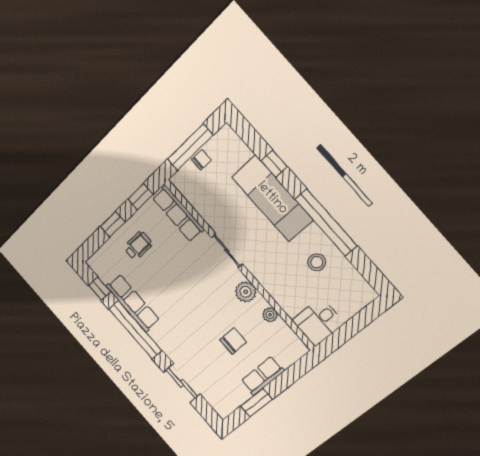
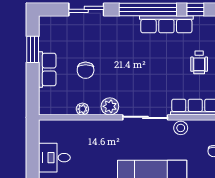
sliding door: (227, 251) -> (145, 117), width x1.37
stool: (317, 262) -> (181, 128), moved
desk: (318, 322) -> (54, 158), moved, turned -90

